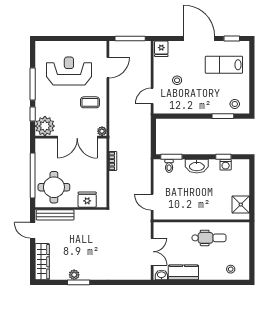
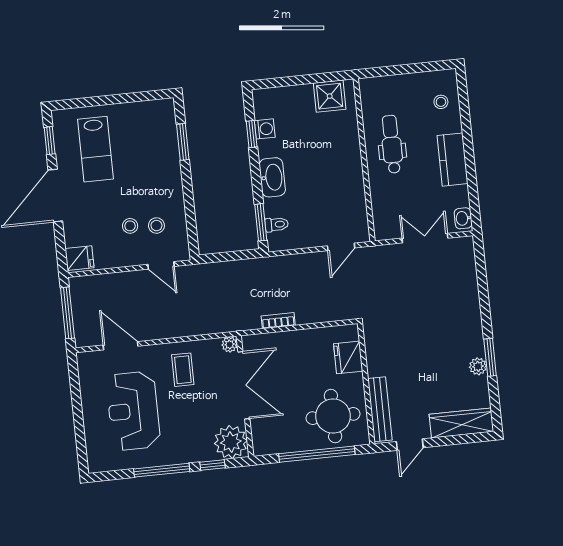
stool: (235, 104) -> (156, 226), moved
kitchen counter: (183, 272) -> (453, 160), moved

